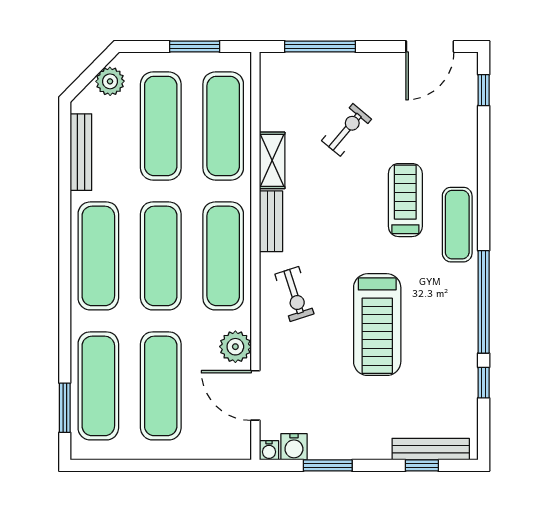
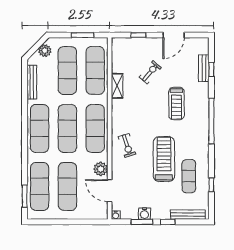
window: (320, 47) -> (138, 35), width x0.46
door: (430, 47) -> (174, 35), moved
window: (484, 90) -> (211, 69), moved
treadmill: (405, 200) -> (176, 104), turned 180
bench: (271, 221) -> (204, 68), moved
exercise mat: (457, 225) -> (189, 176), moved
window: (484, 302) -> (211, 121), moved
treadmill: (377, 325) -> (164, 159), turned 180
water cooler: (294, 447) -> (144, 214), moved
window: (422, 465) -> (168, 222), moved

